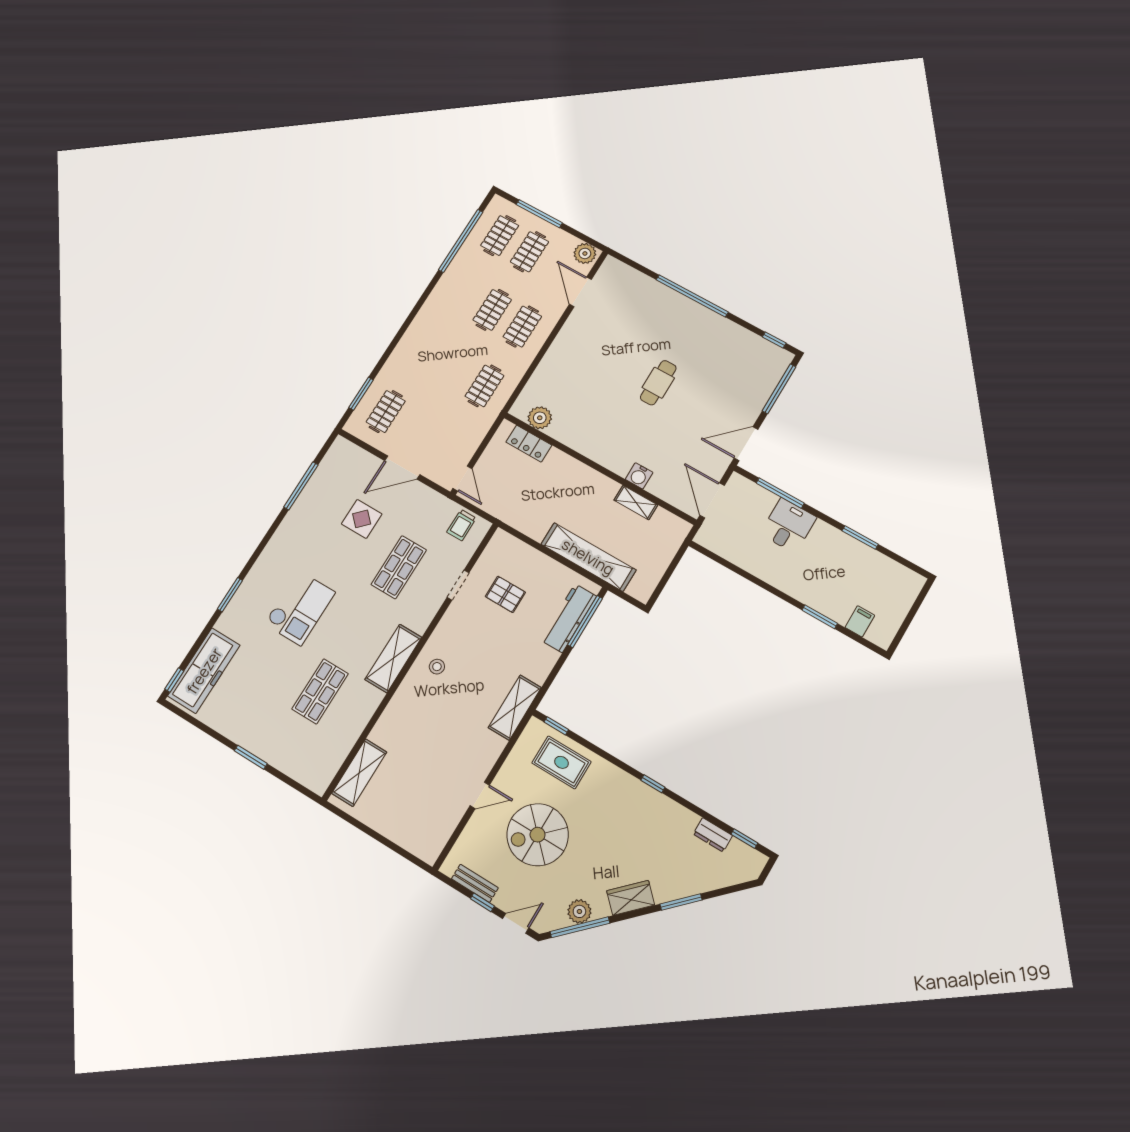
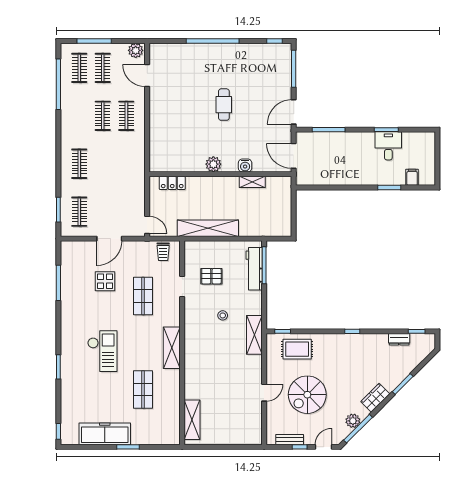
clothes rail: (484, 386) -> (79, 164), moved
plant: (540, 418) -> (213, 164), moved
desk: (788, 526) -> (388, 146), moved
shelving: (588, 557) -> (208, 228), moved
stool: (437, 667) -> (223, 315), moved
freezer: (204, 671) -> (105, 434), moved, turned -90

